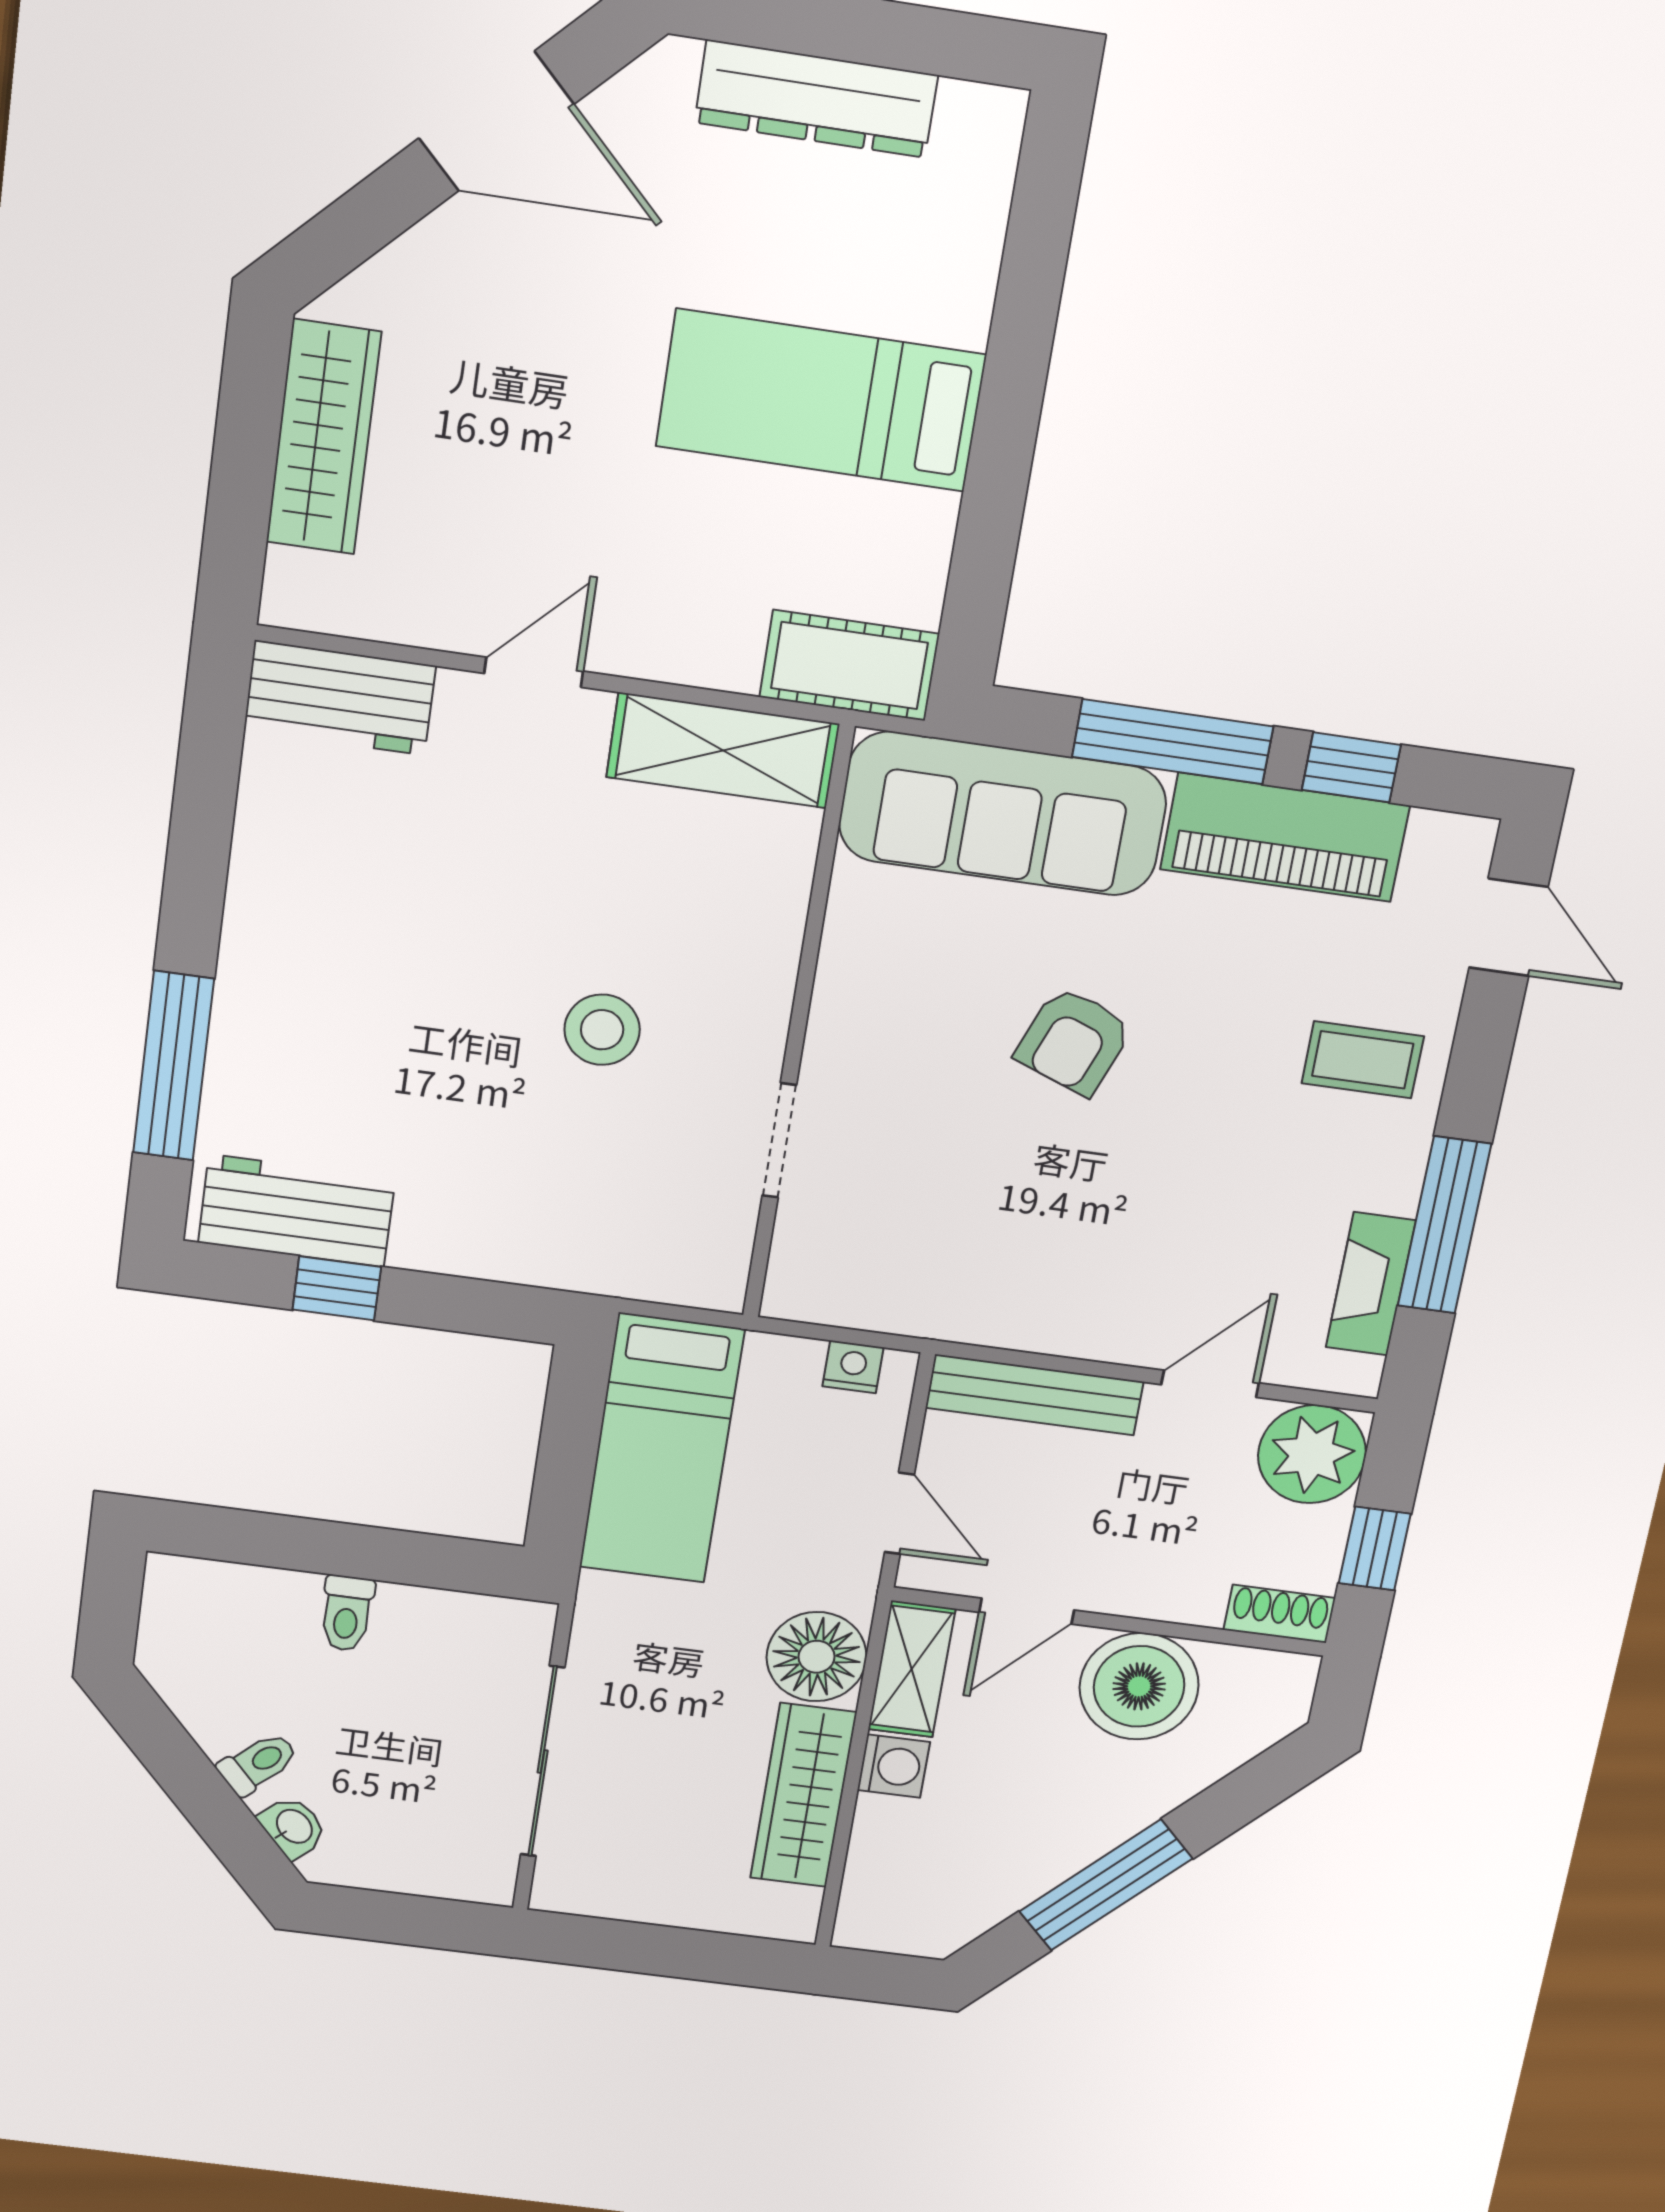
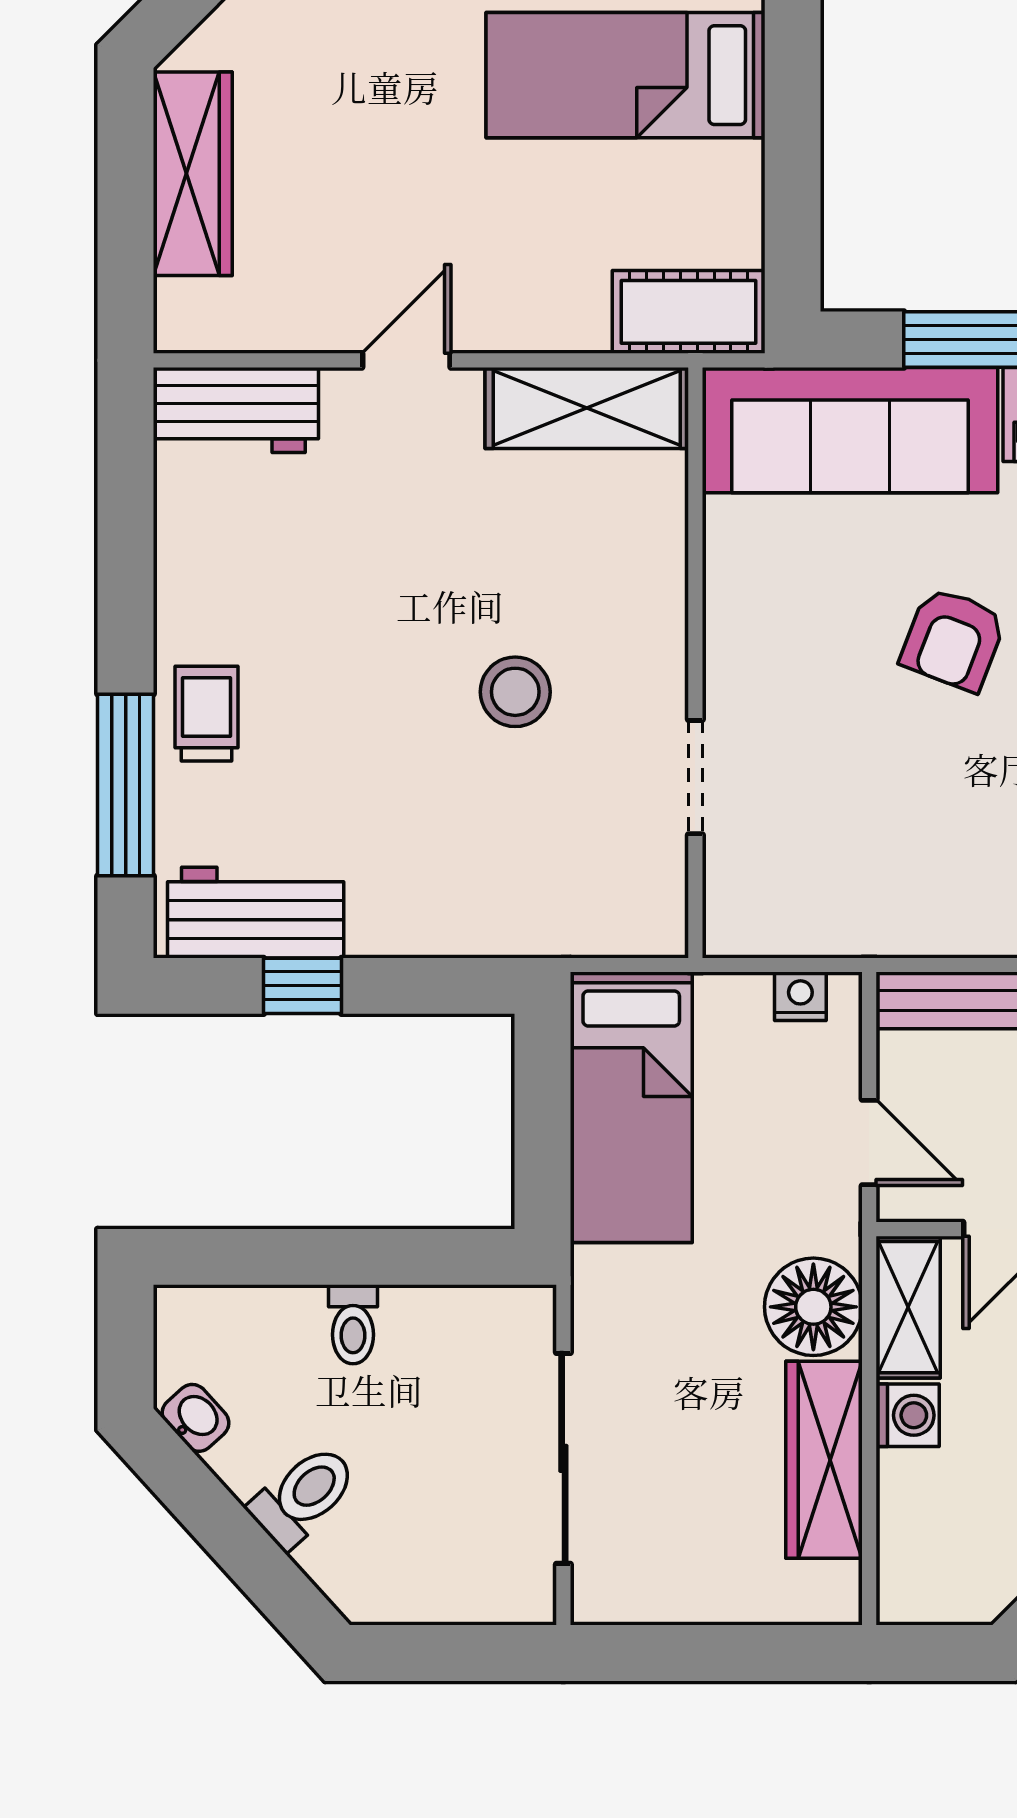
trolley: (269, 1006) -> (206, 714), added
toilet: (258, 1763) -> (303, 1496), width x1.37, depth x1.39
washbasin: (293, 1827) -> (196, 1418), moved

